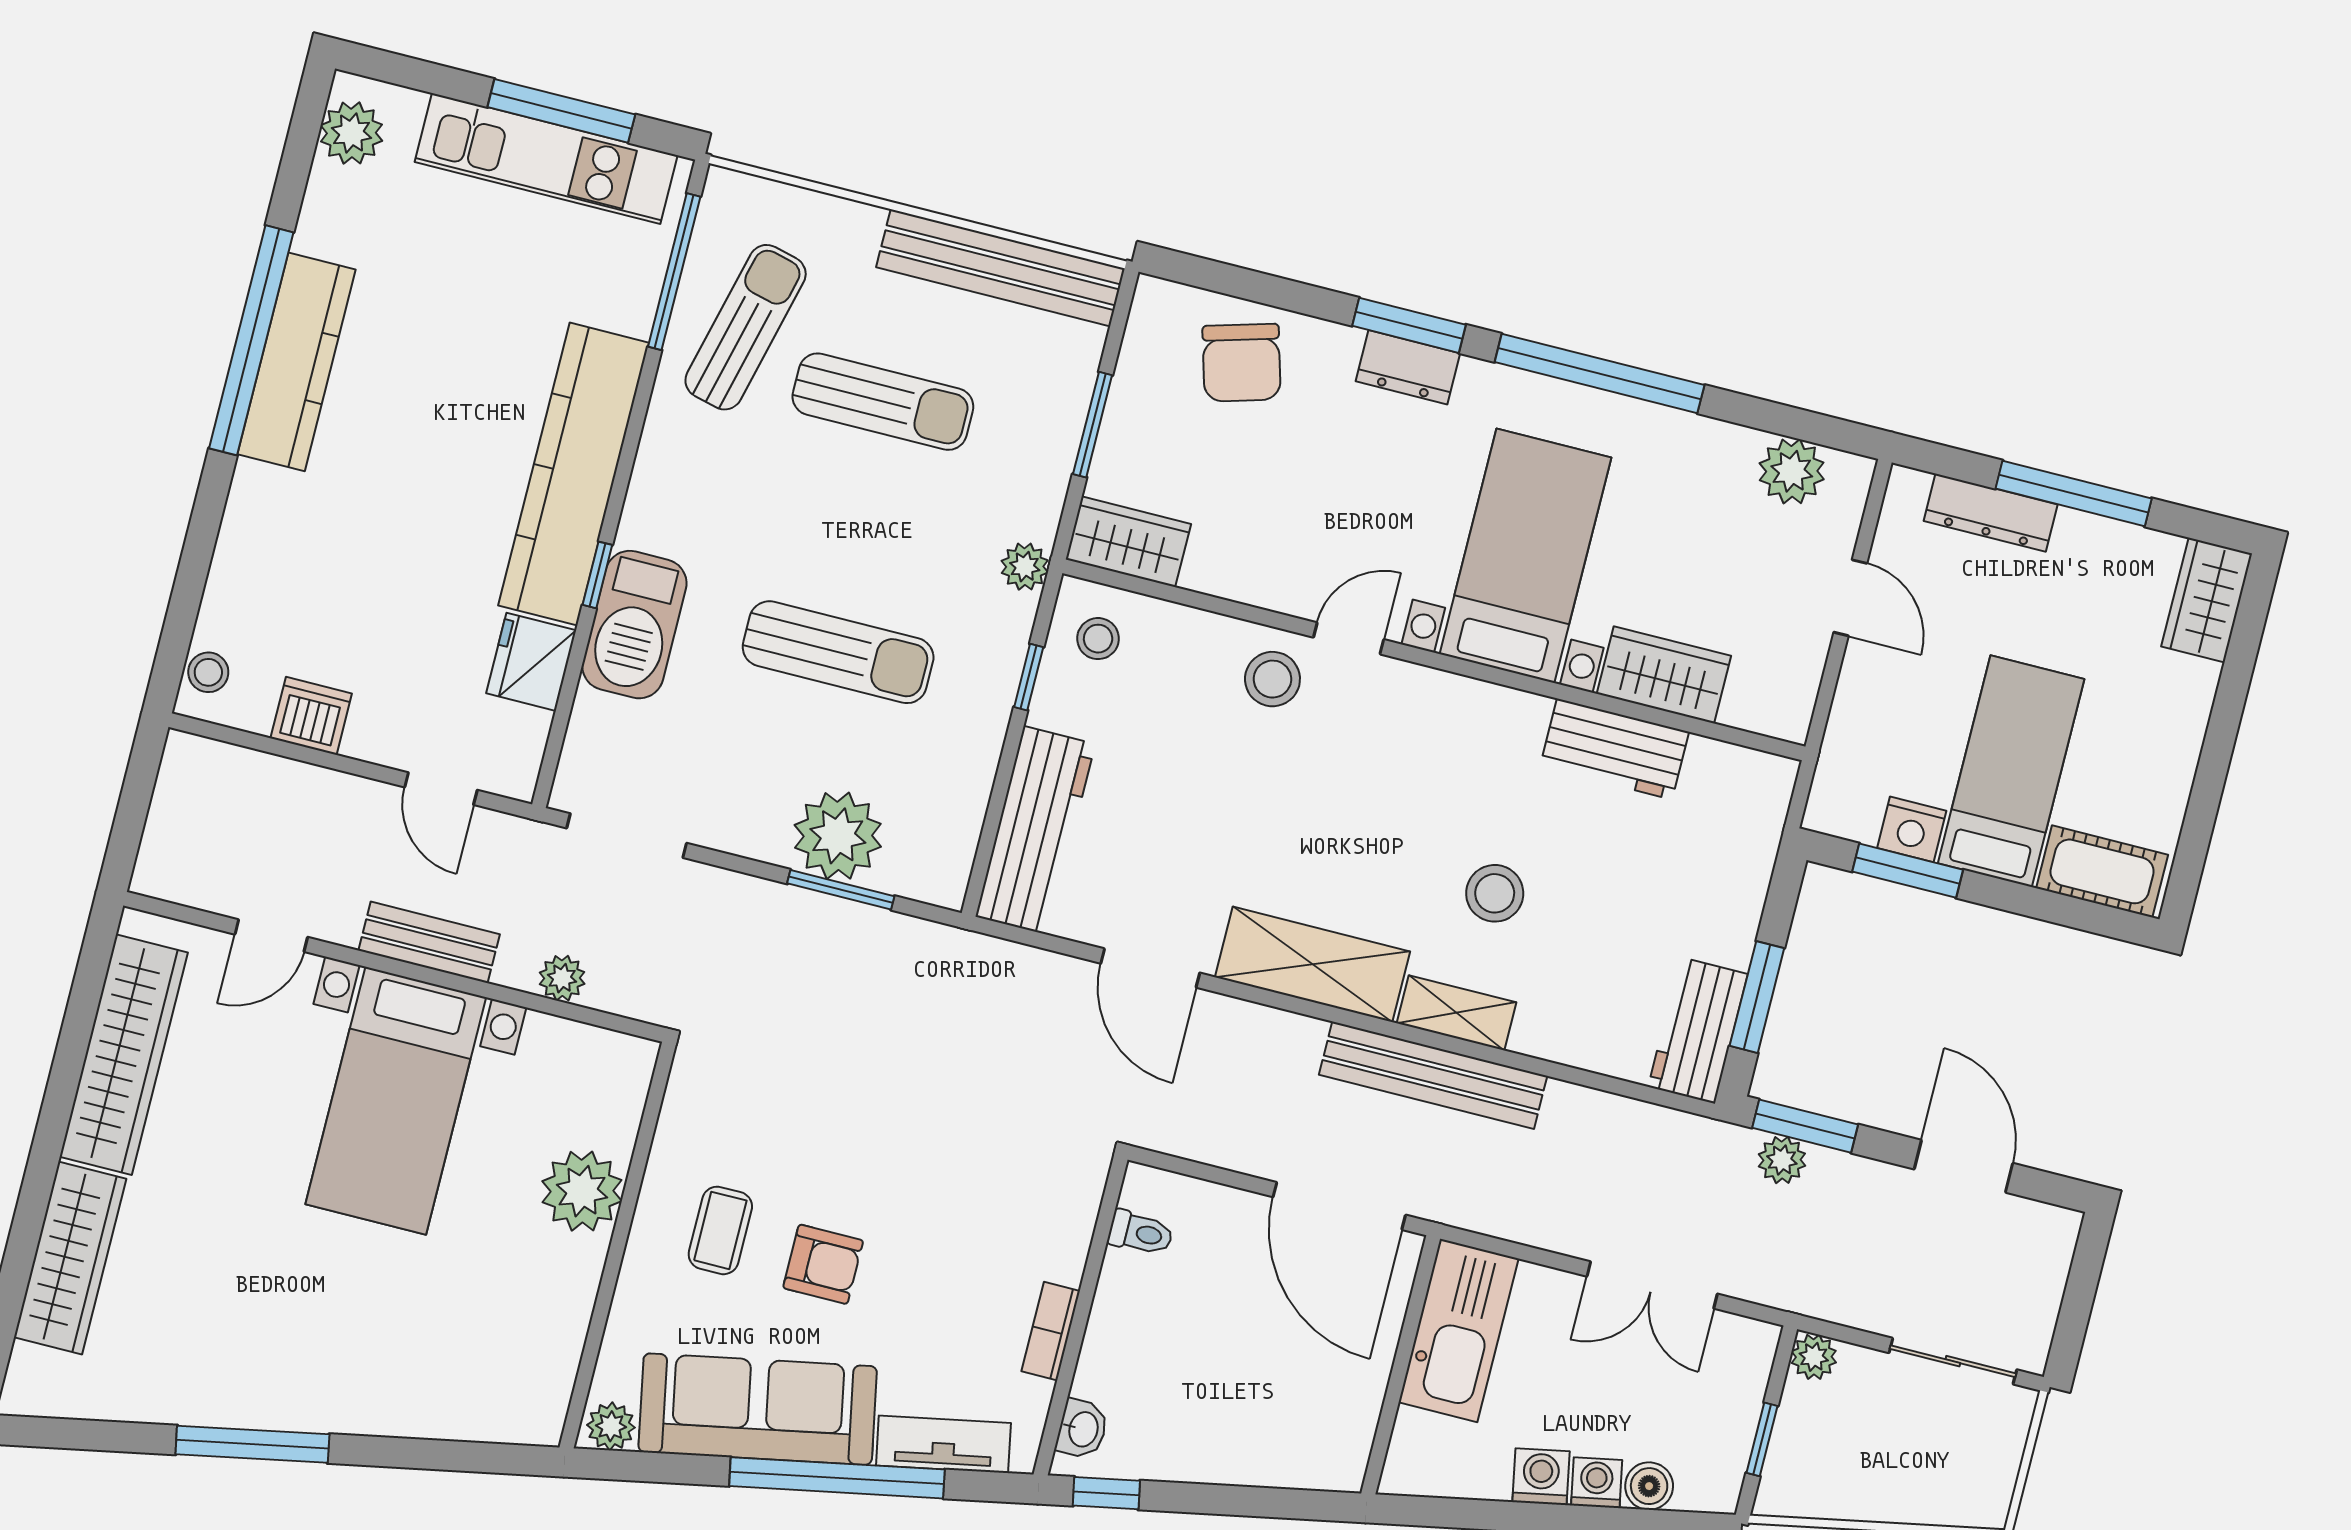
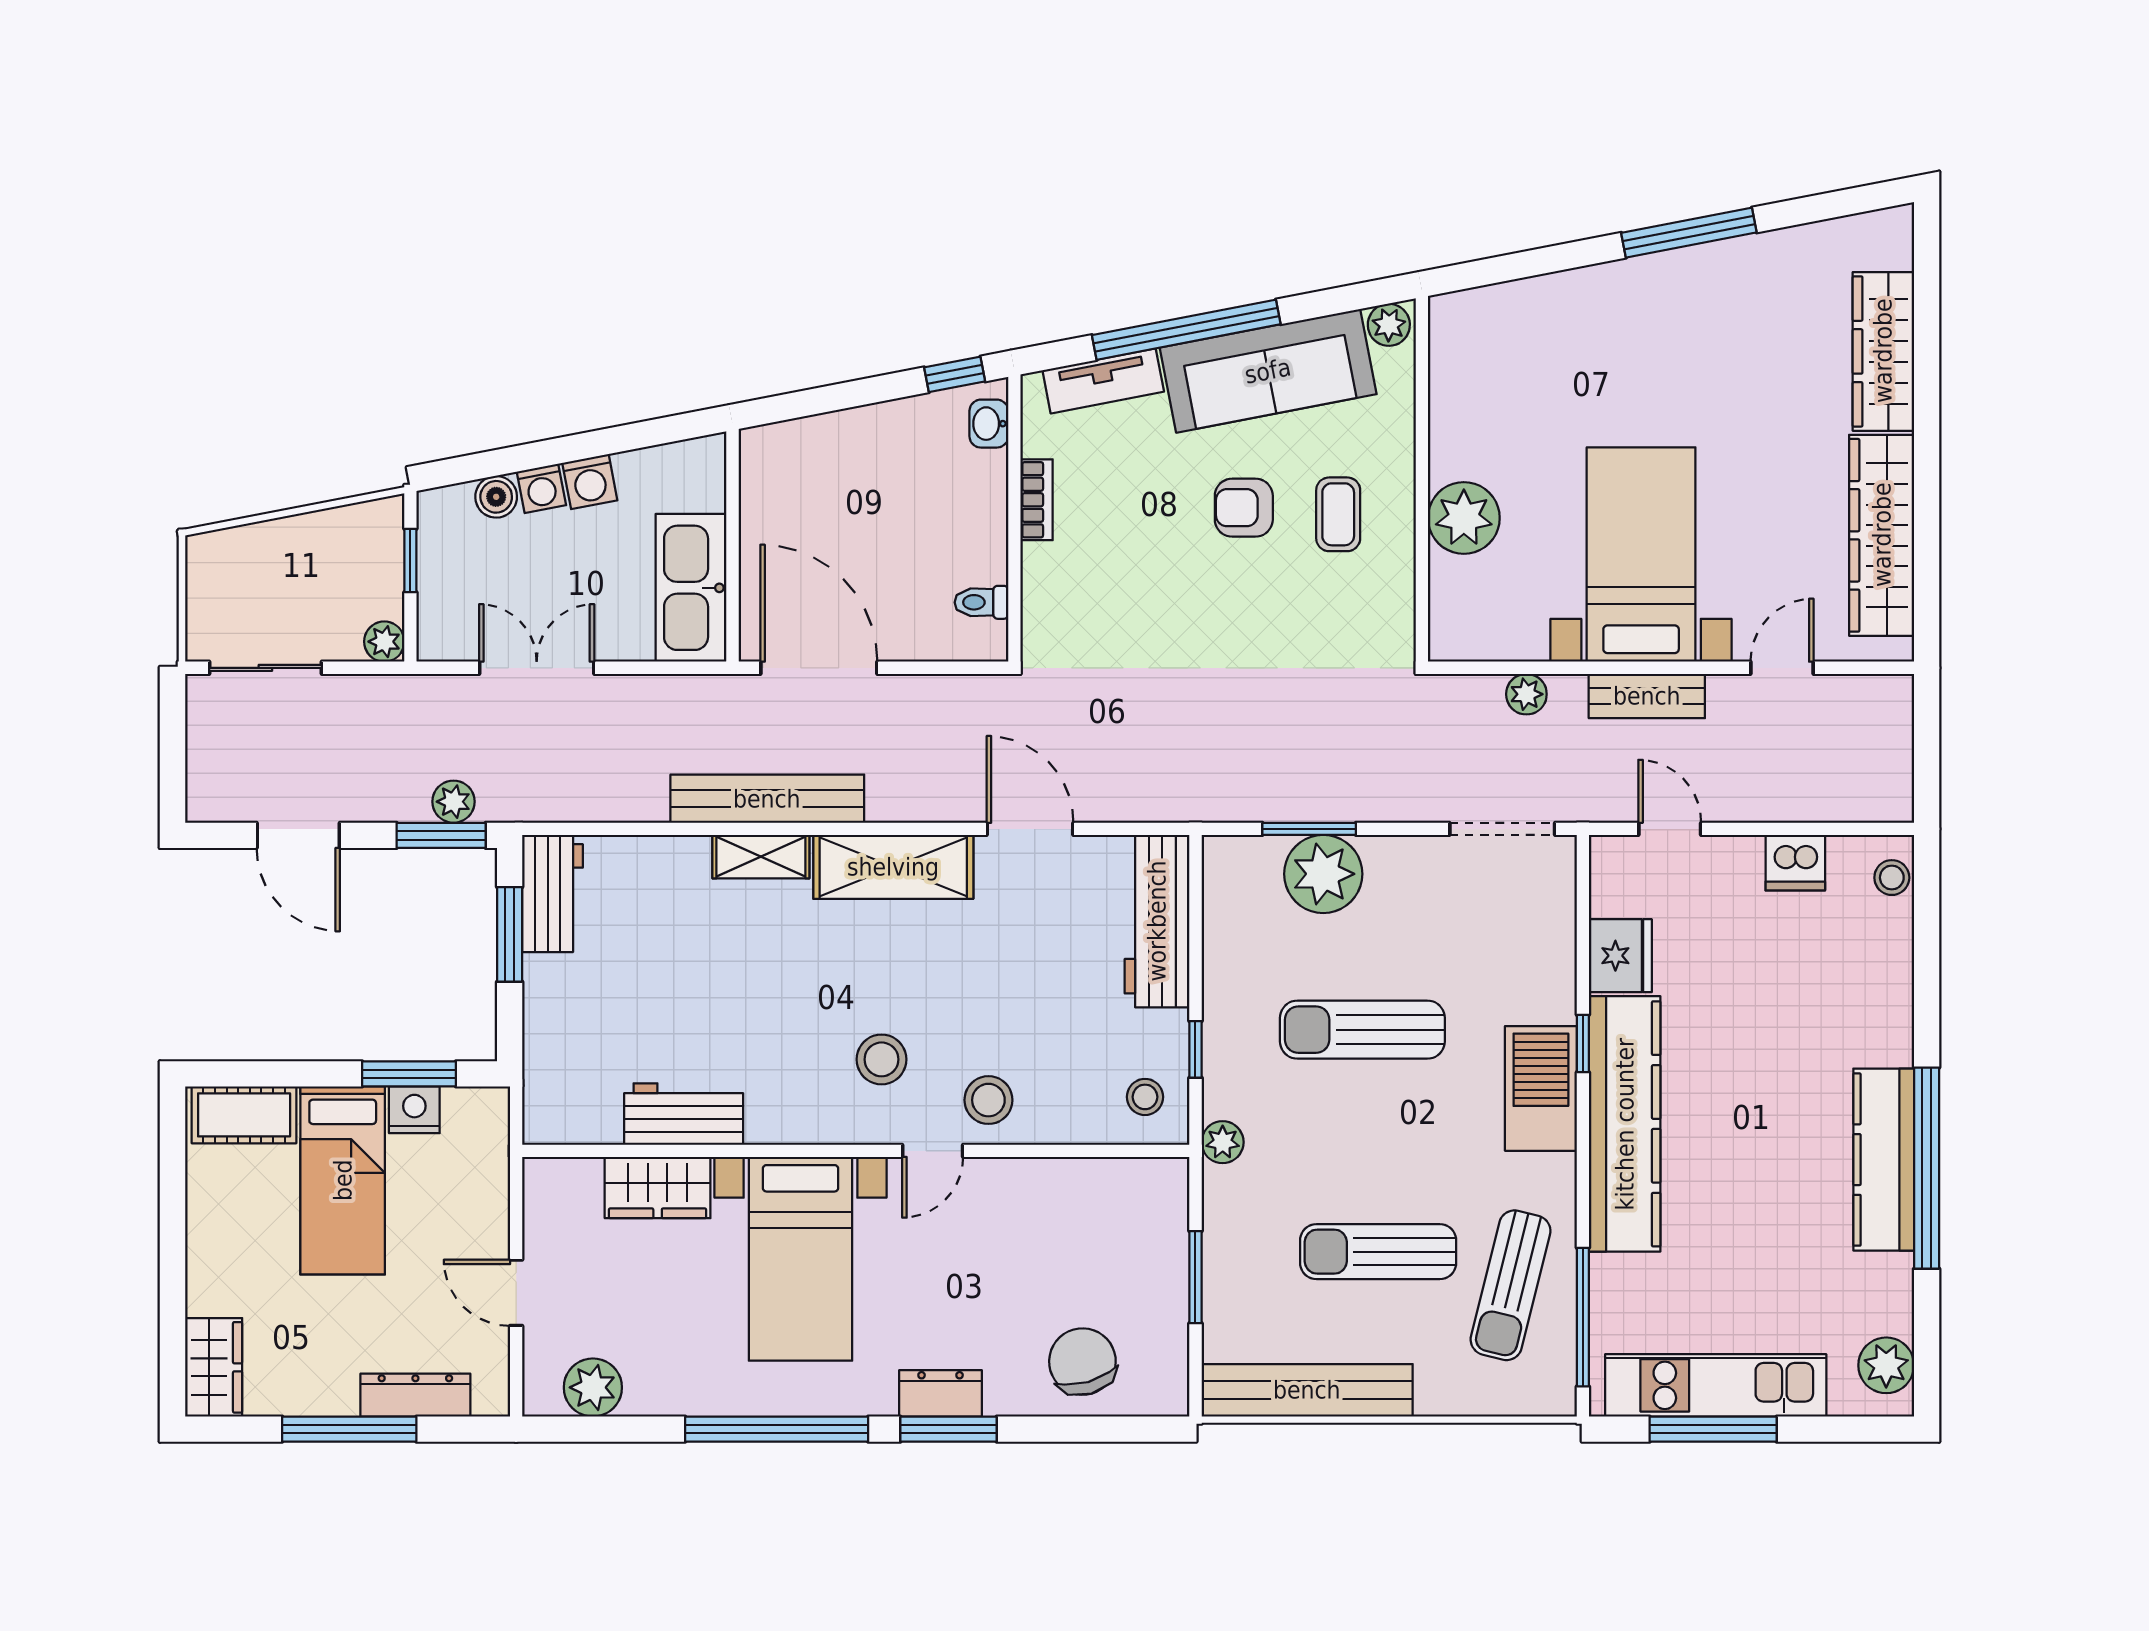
wardrobe: (1128, 542) -> (1140, 1186), removed
barbecue: (634, 625) -> (1541, 1088), moved
stool: (1495, 893) -> (882, 1059), moved

